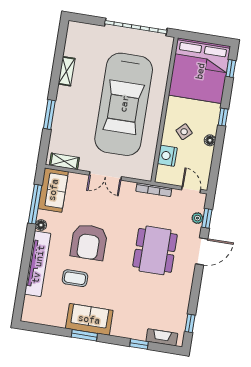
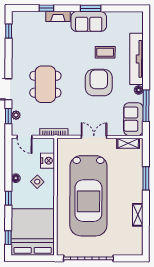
car: (124, 104) -> (88, 196), turned 180
fireplace: (162, 337) -> (58, 16), moved

